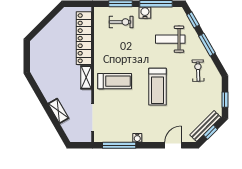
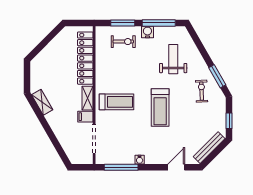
window: (193, 20) -> (196, 39), removed
weight bench: (170, 39) -> (173, 59), turned 90
window: (207, 45) -> (217, 76), moved
filing cabinet: (84, 96) -> (85, 117), added
shelving: (58, 111) -> (42, 102), moved
window: (211, 132) -> (214, 154), removed

